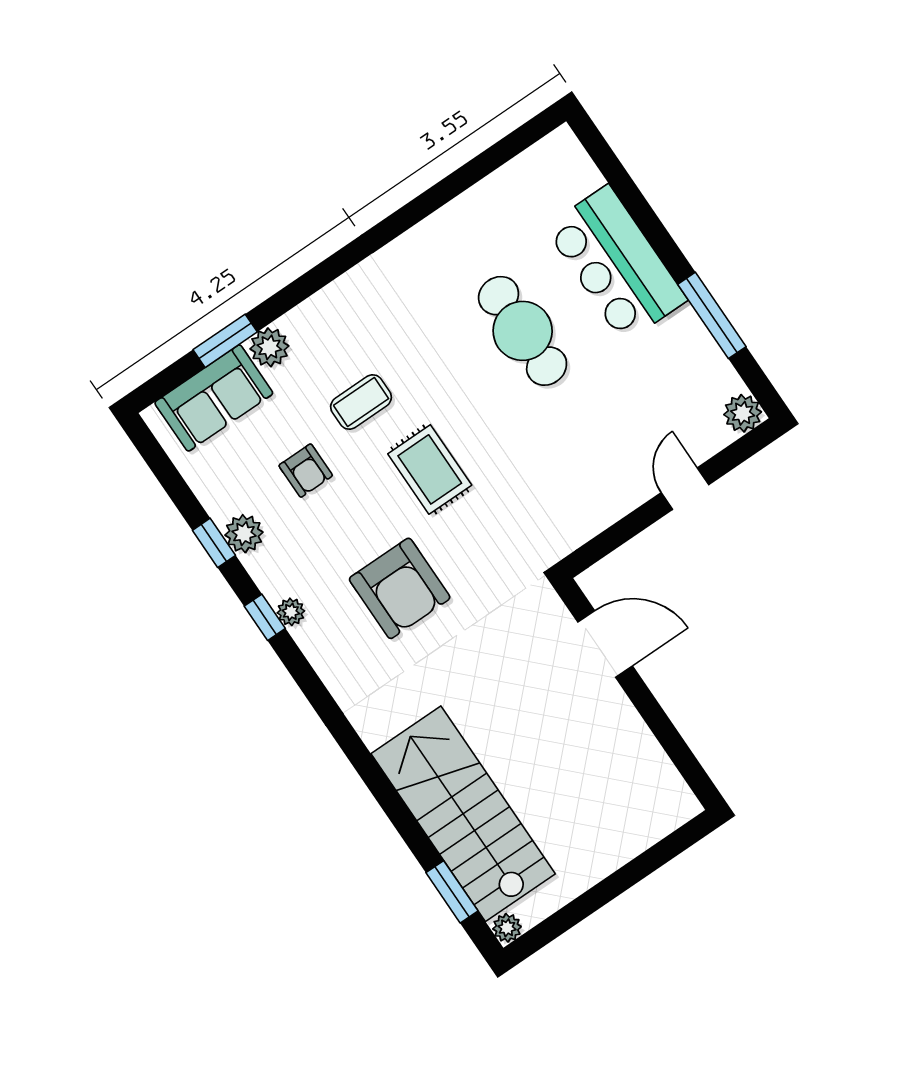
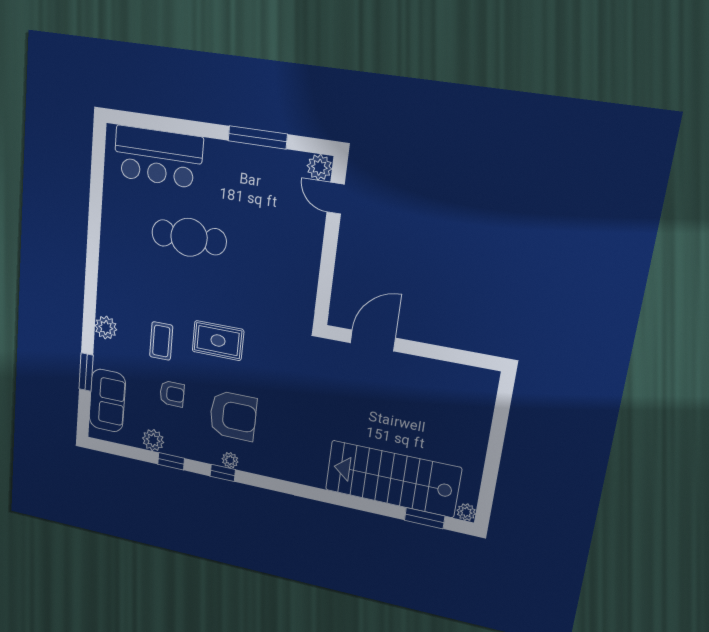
bar counter: (616, 264) -> (158, 157), moved
plant: (269, 347) -> (106, 328), moved
door: (685, 489) -> (336, 198), moved
plant: (244, 534) -> (153, 440), moved
armchair: (400, 588) -> (233, 416), moved

